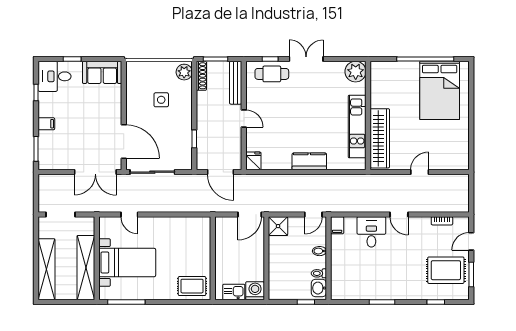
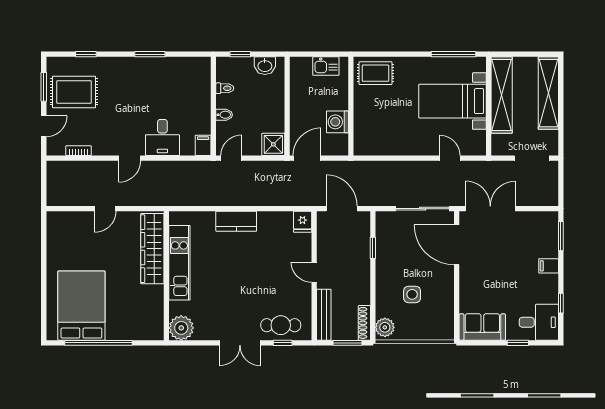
door: (399, 214) -> (130, 158), swing flipped
washbasin: (319, 288) -> (265, 66), moved, turned 90
washing machine: (255, 291) -> (337, 122), moved, turned 90

